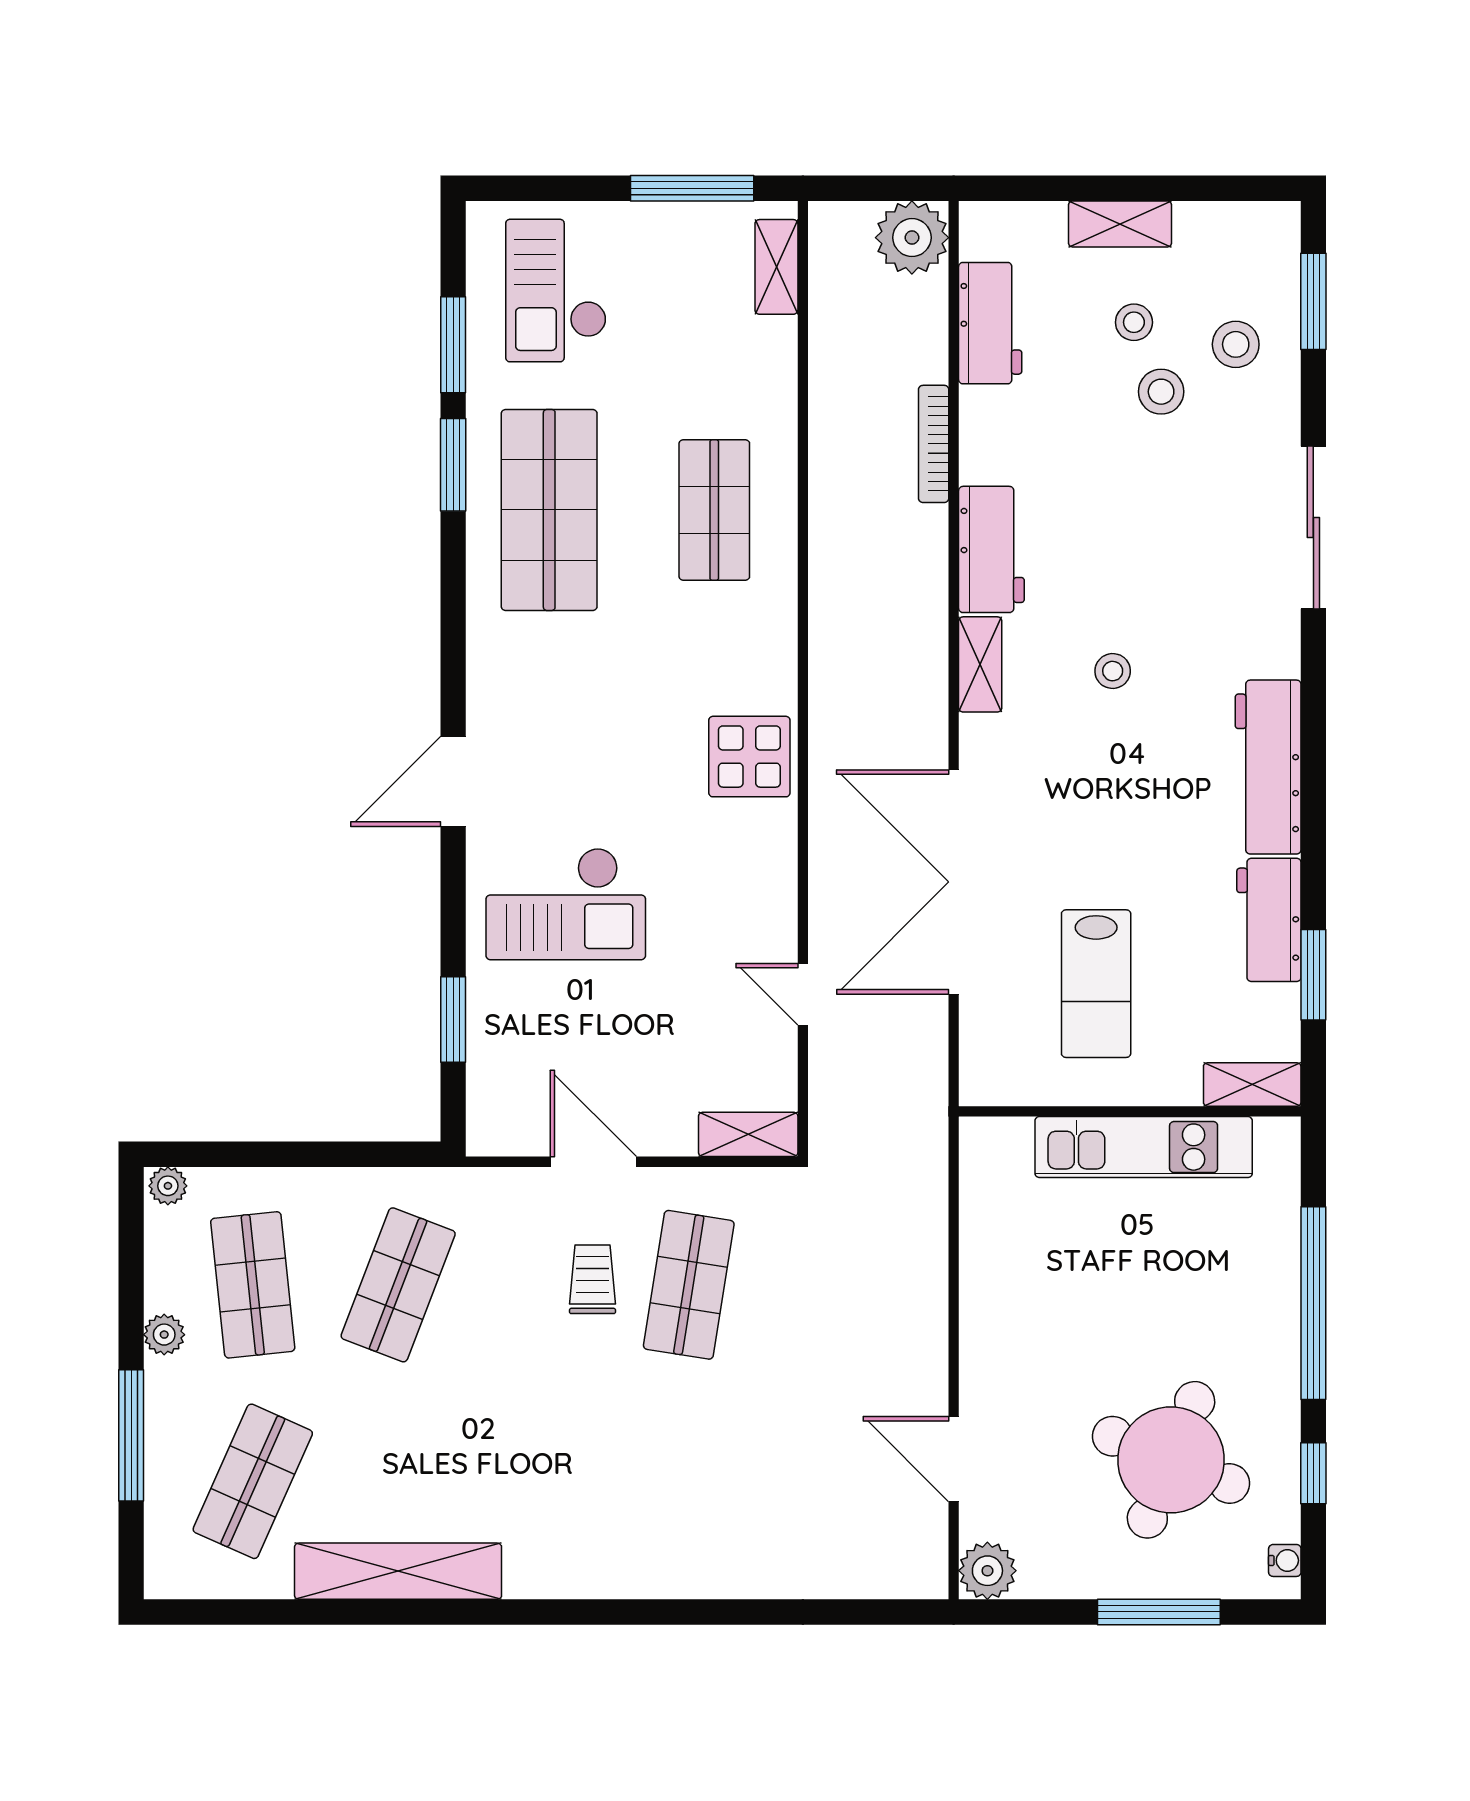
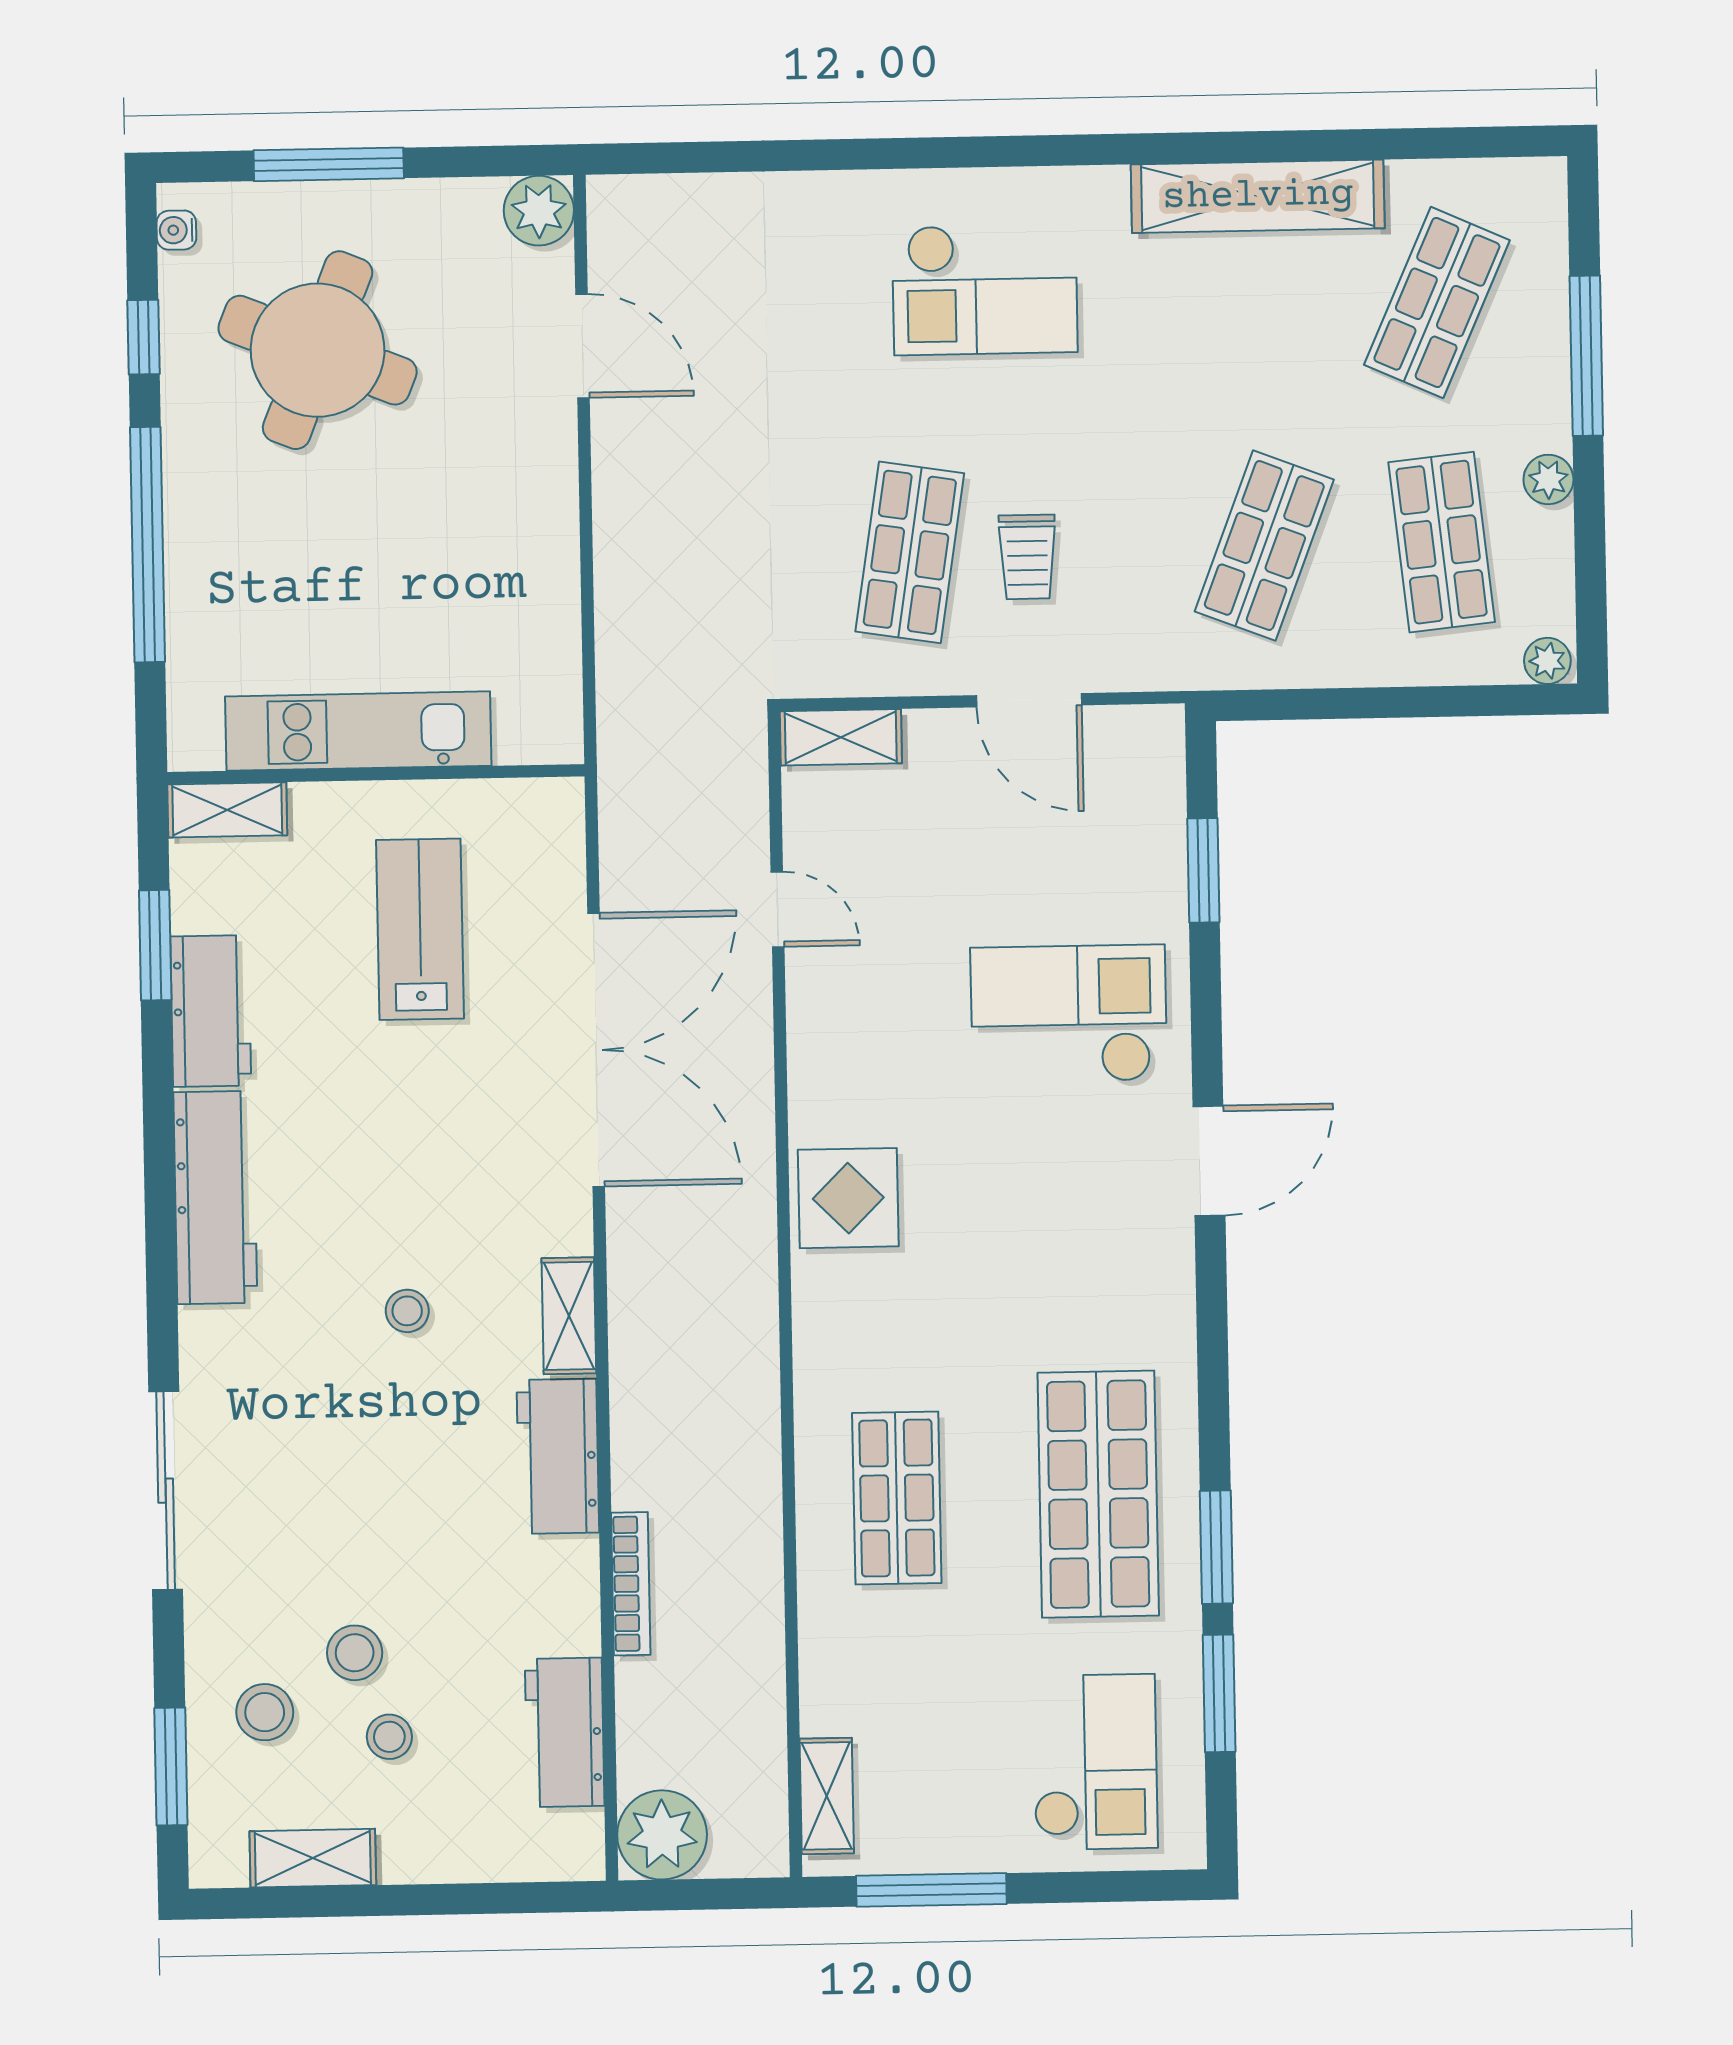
shelving: (1120, 224) -> (313, 1858), moved
checkout: (623, 1499) -> (985, 289), added

